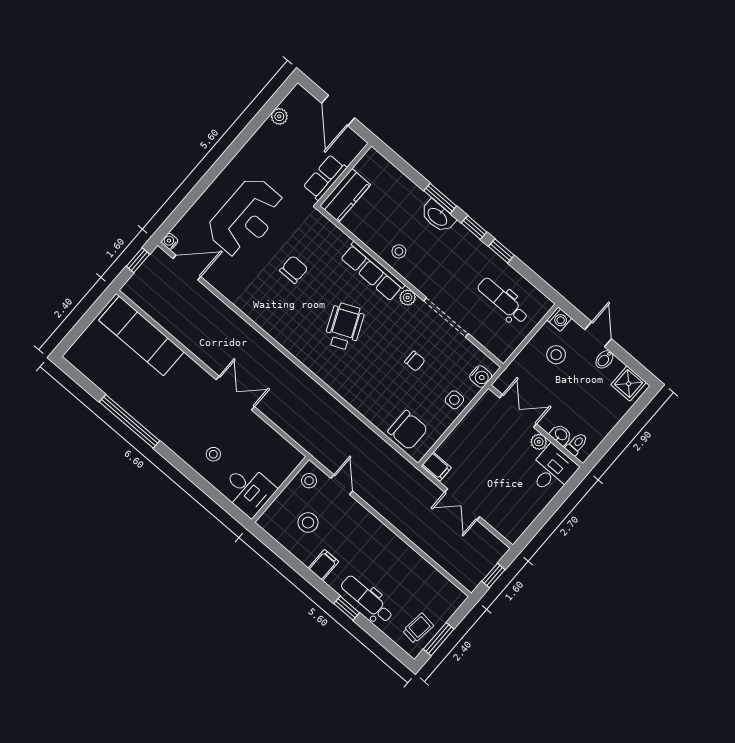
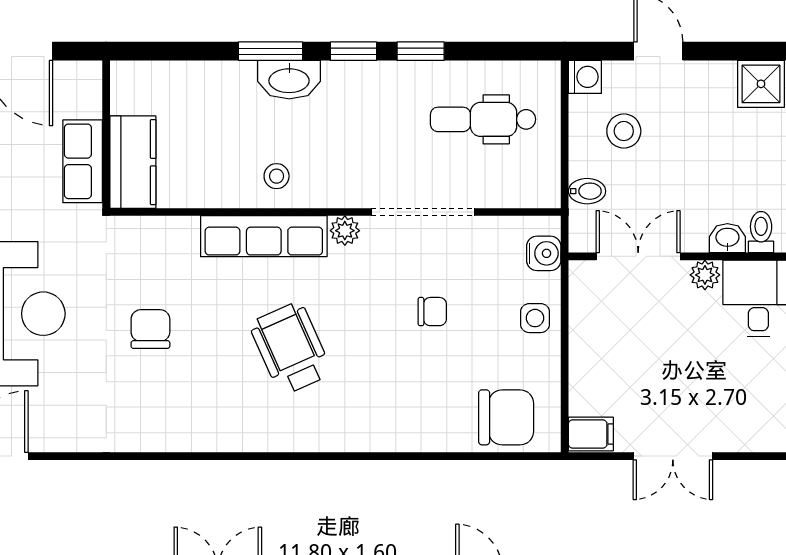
bidet: (604, 359) -> (587, 191), moved, turned -90

